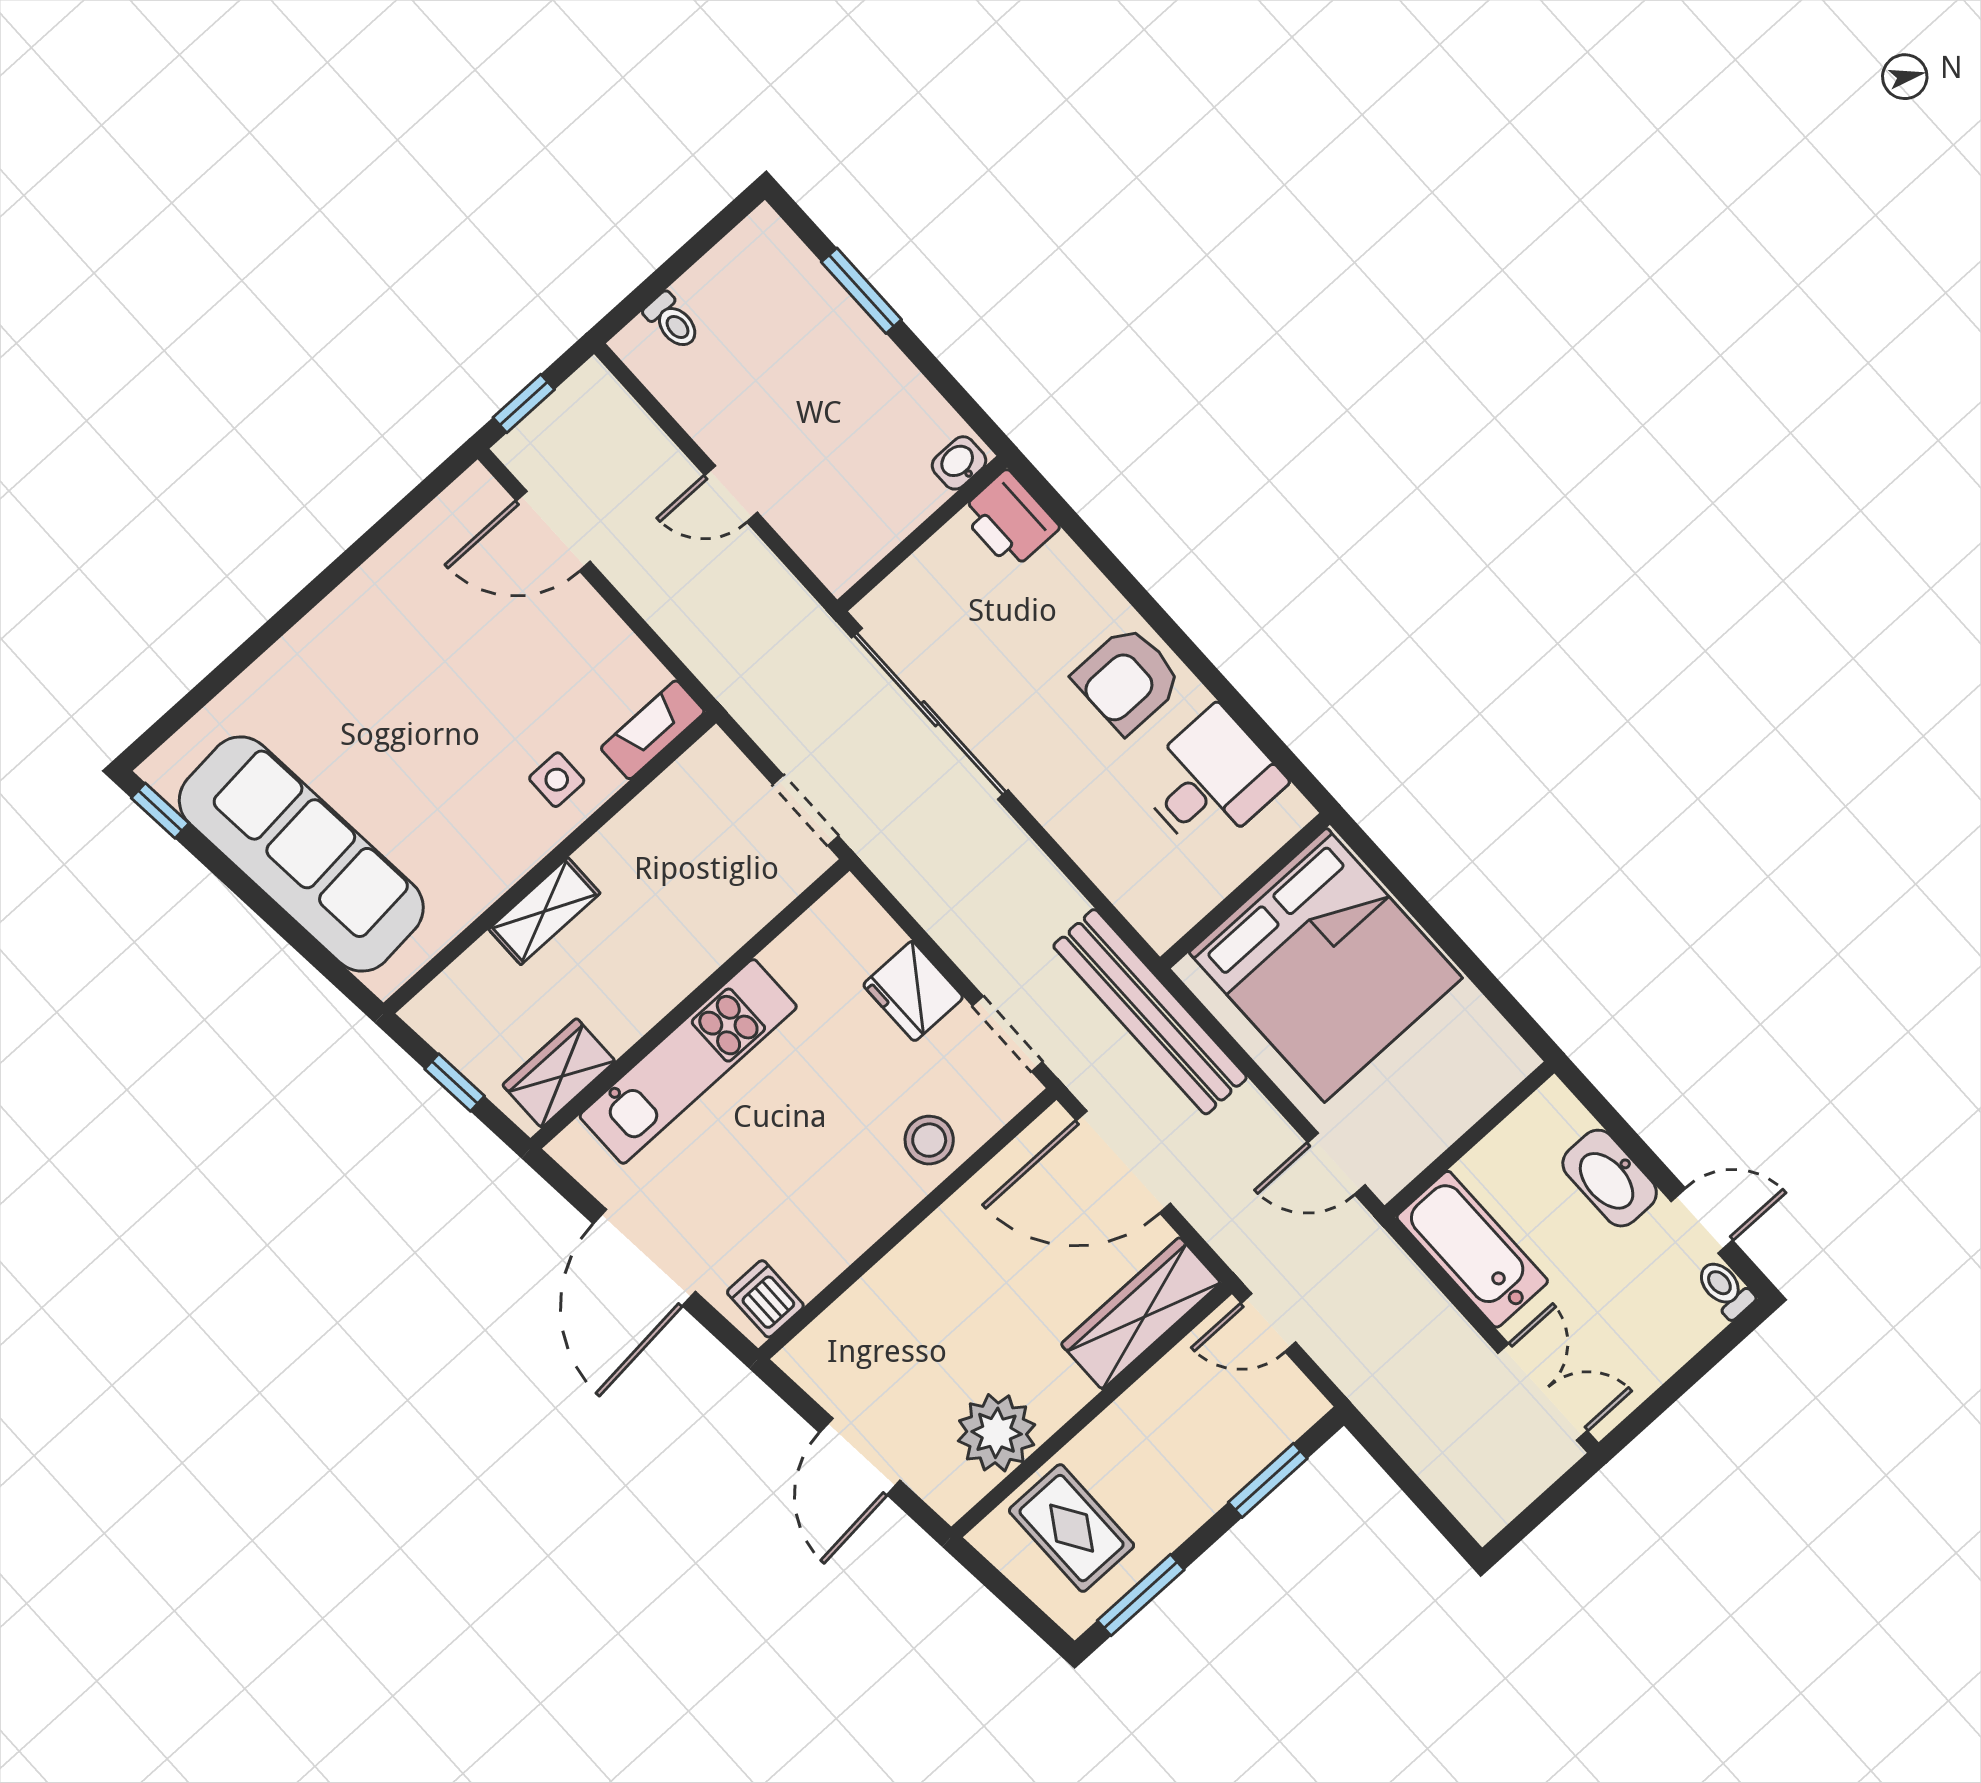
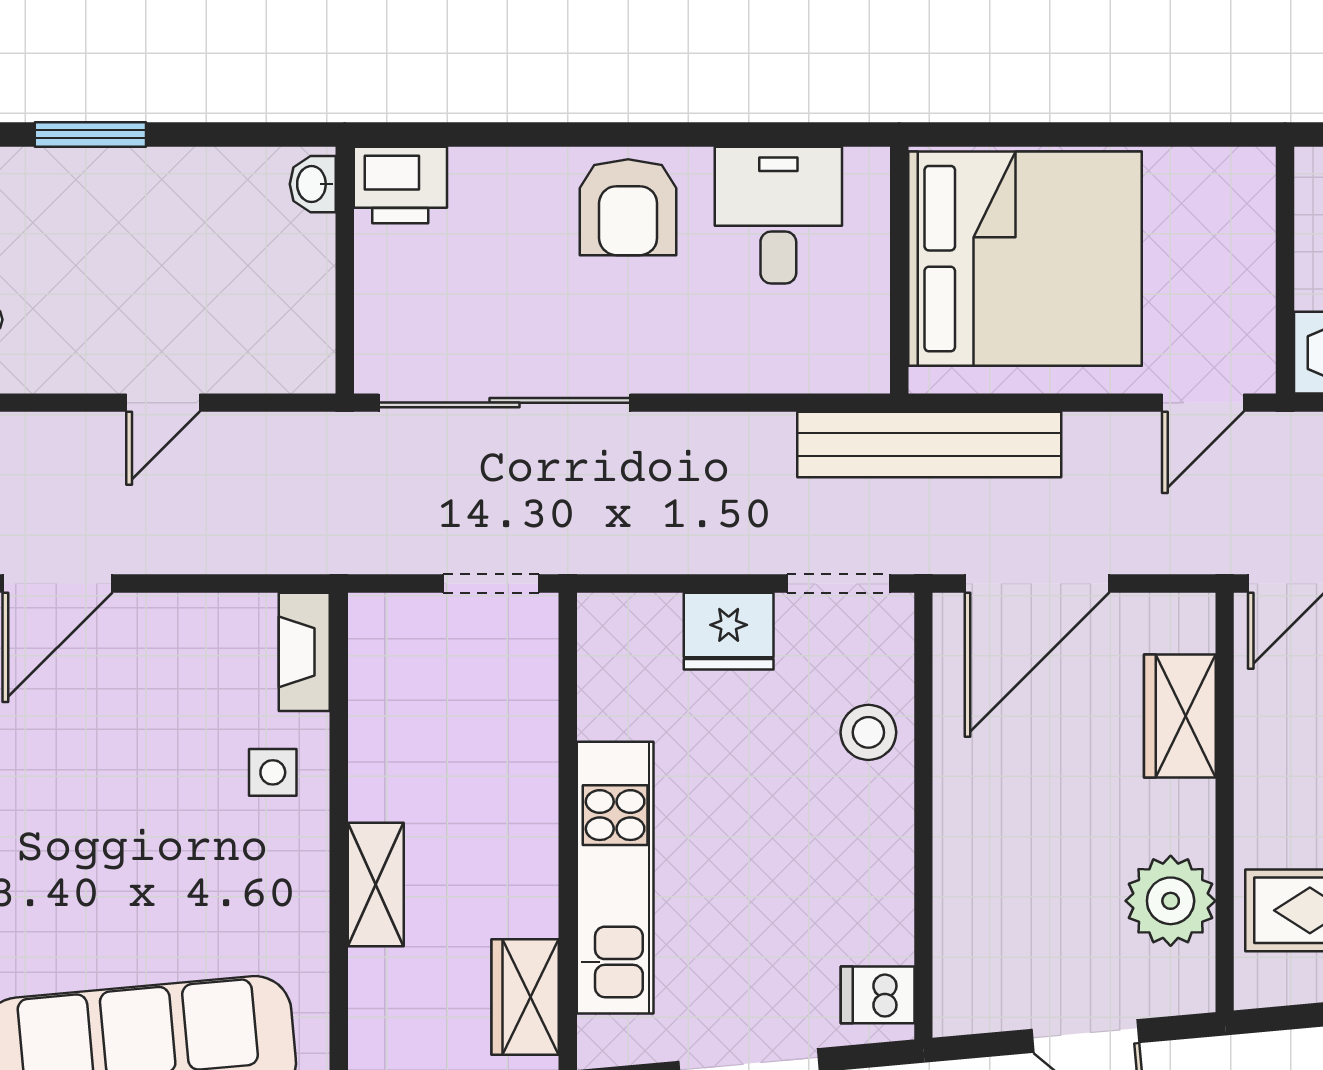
wardrobe: (1141, 1313) -> (1180, 716), width x0.67

